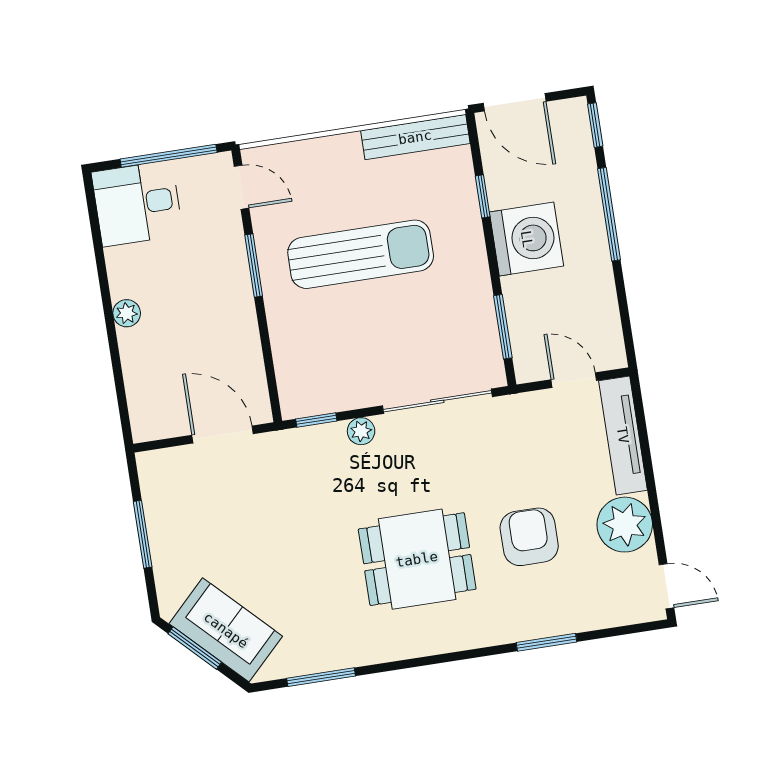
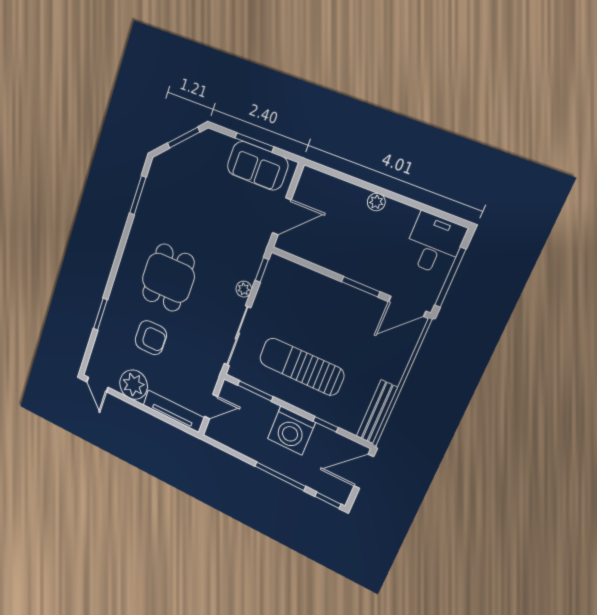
door: (241, 187) -> (407, 306), width x1.38
sun lounger: (361, 254) -> (301, 367), moved, turned 90
door: (667, 586) -> (97, 385), hinge flipped
sofa: (226, 630) -> (257, 166), moved, turned 45

